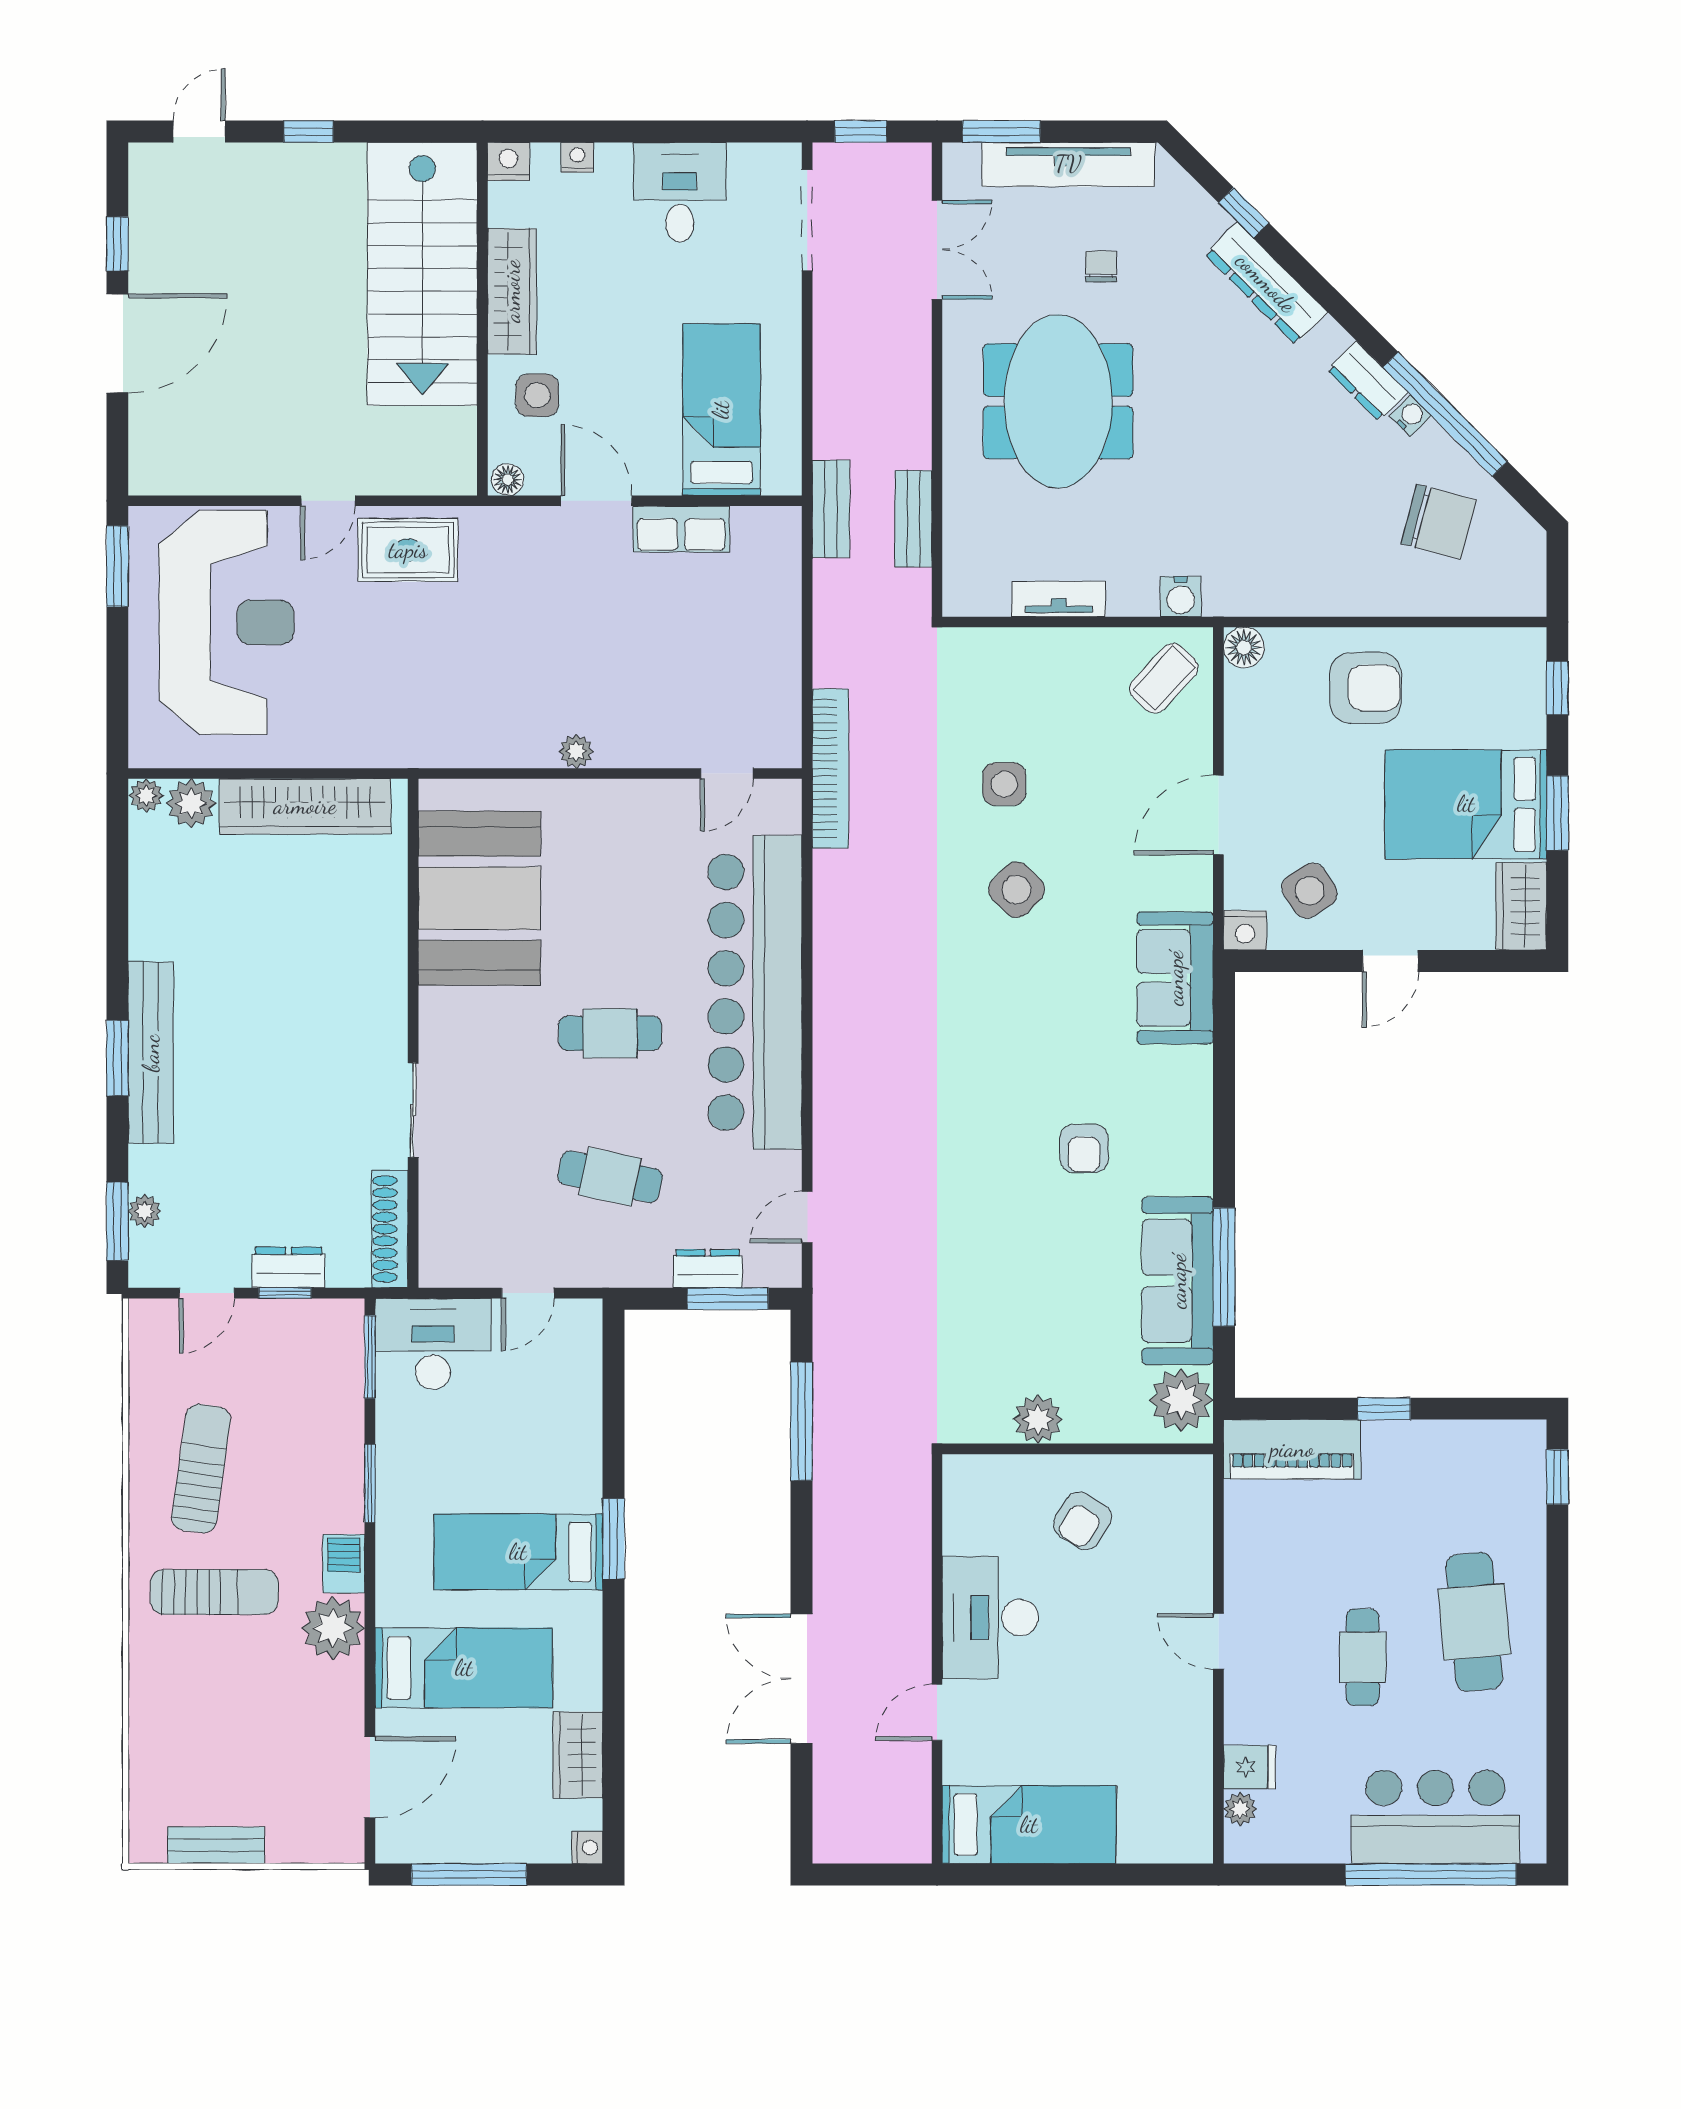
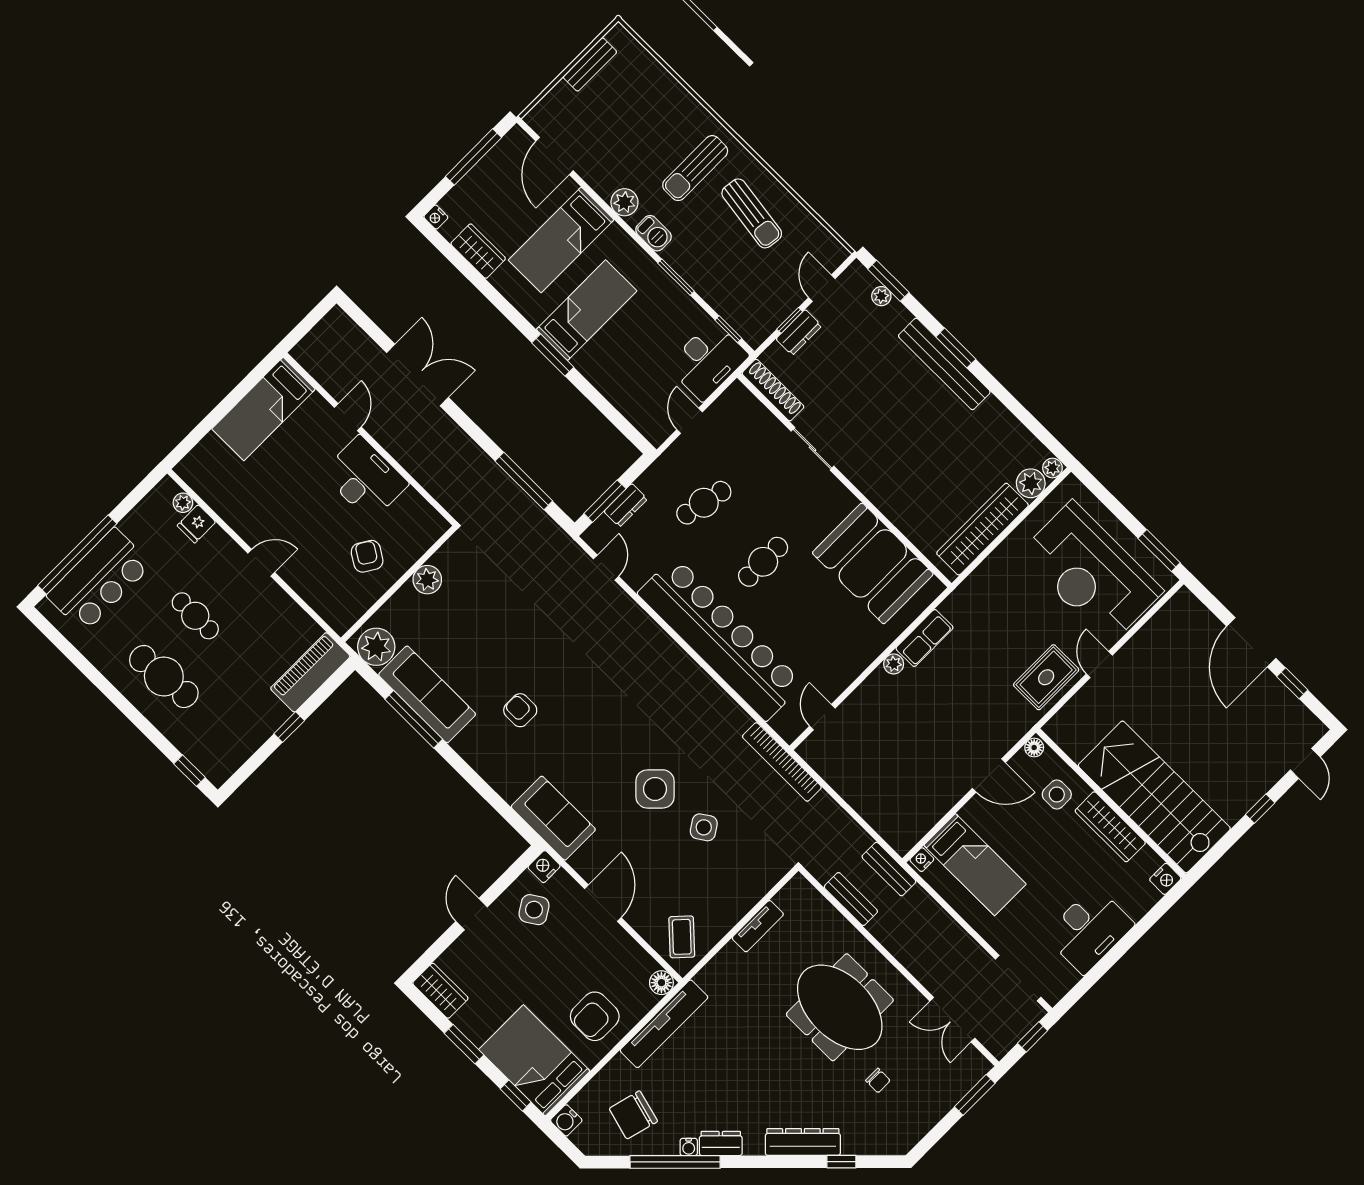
nightstand: (577, 157) -> (922, 860), moved, turned 180
tv unit: (1068, 164) -> (664, 1024), moved, turned 180
desk: (680, 192) -> (1089, 930), width x1.37
row of seats: (681, 529) -> (924, 638), moved, turned 180
water cooler: (1181, 597) -> (566, 1120), moved, turned -90
side table: (1004, 784) -> (704, 827), turned -34
bed: (1466, 804) -> (534, 1060), moved, turned -90
side table: (1017, 890) -> (655, 789), width x1.37, depth x1.37
window: (370, 1357) -> (728, 329), width x0.67
plant: (333, 1628) -> (624, 202), width x0.73, depth x0.73

